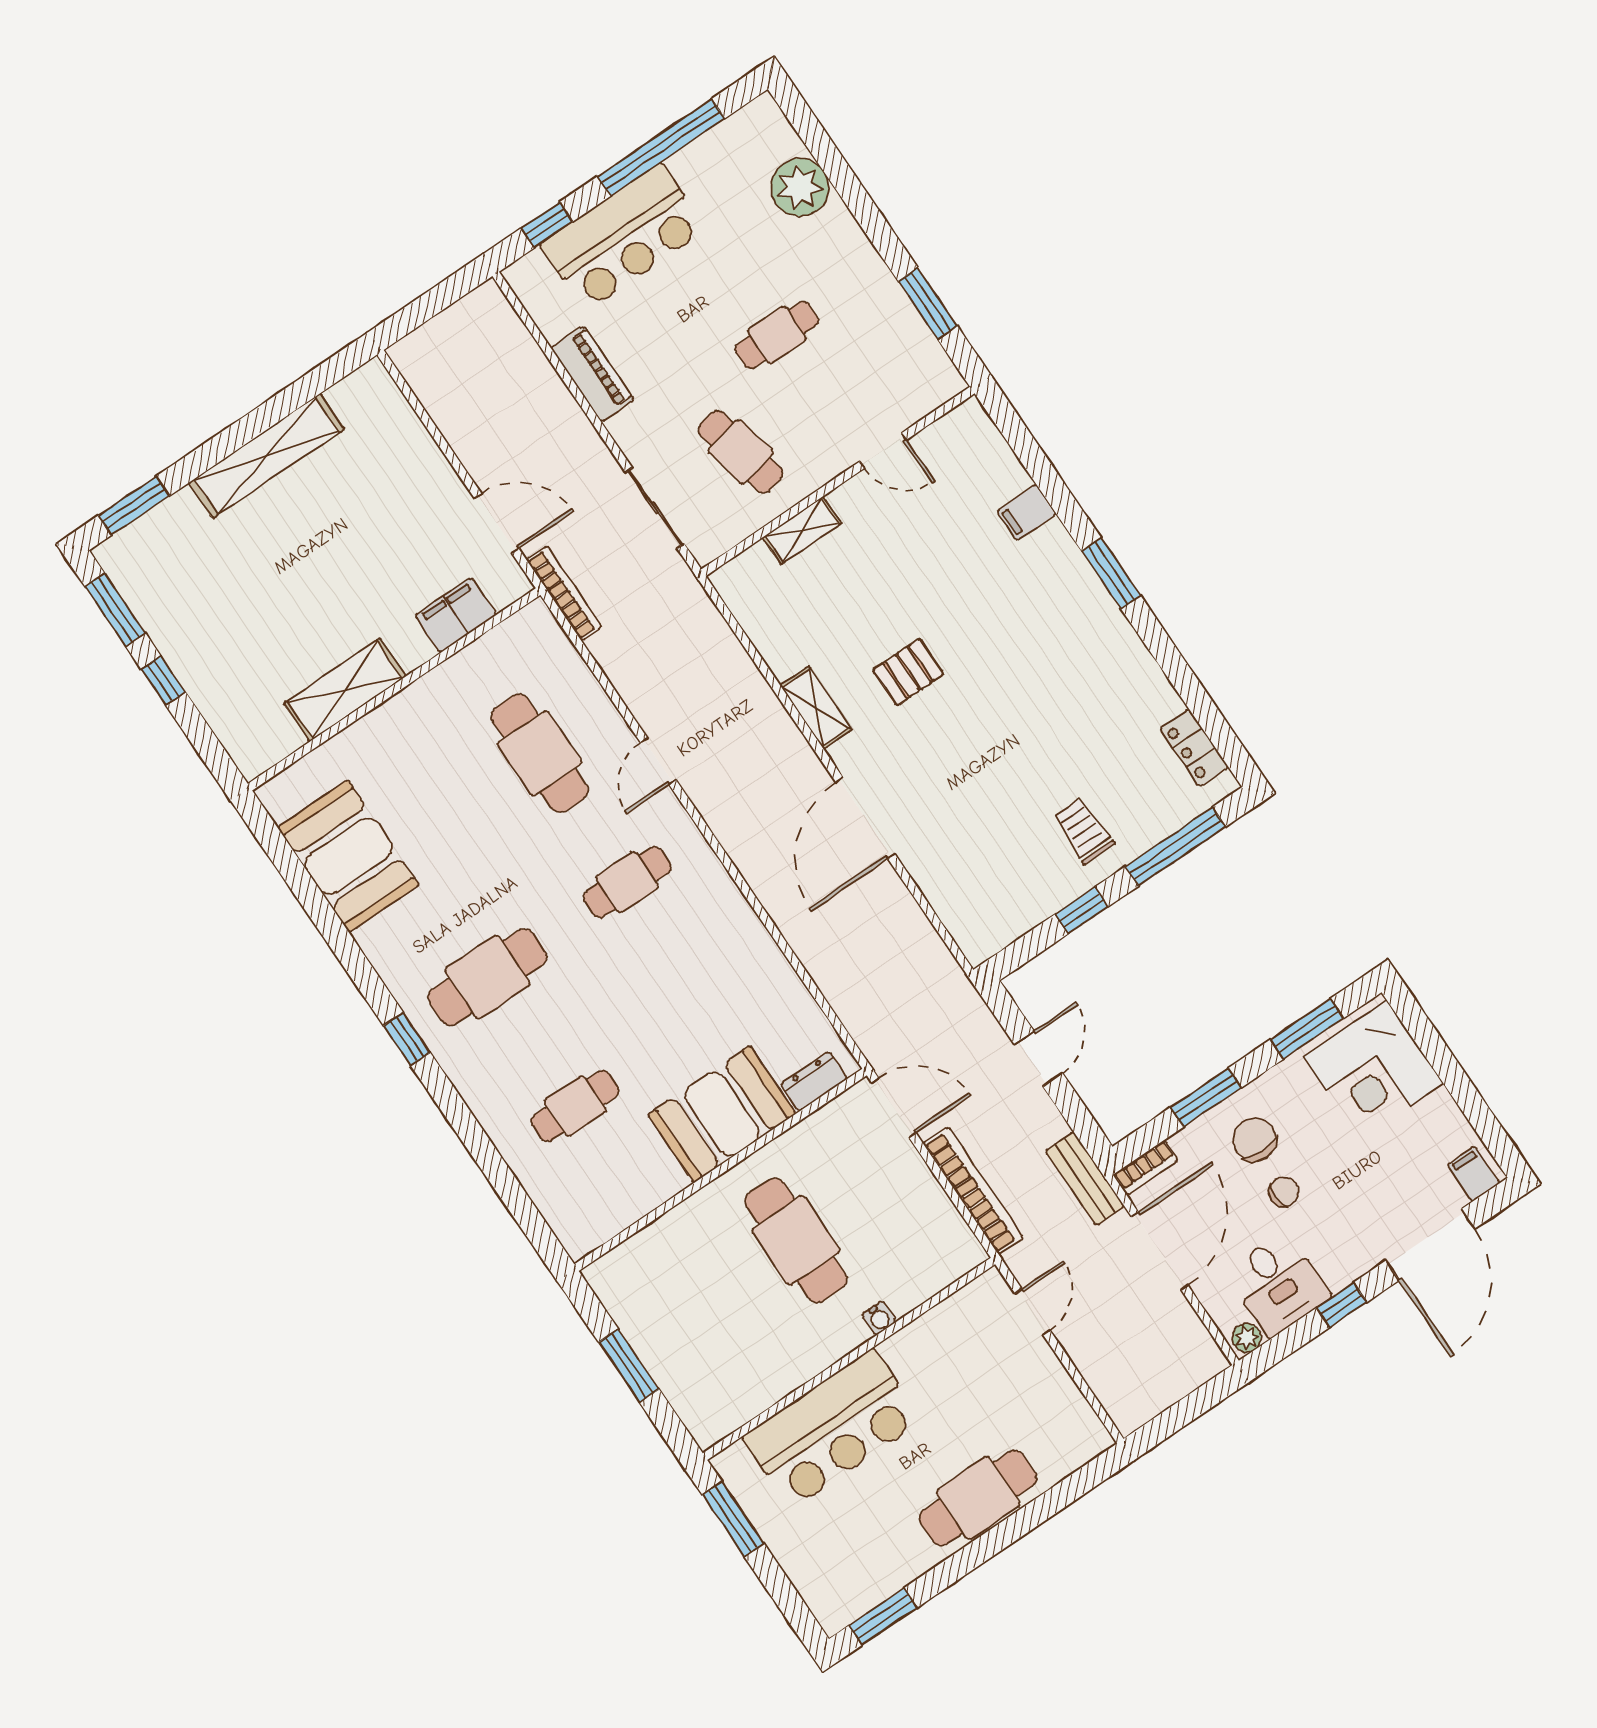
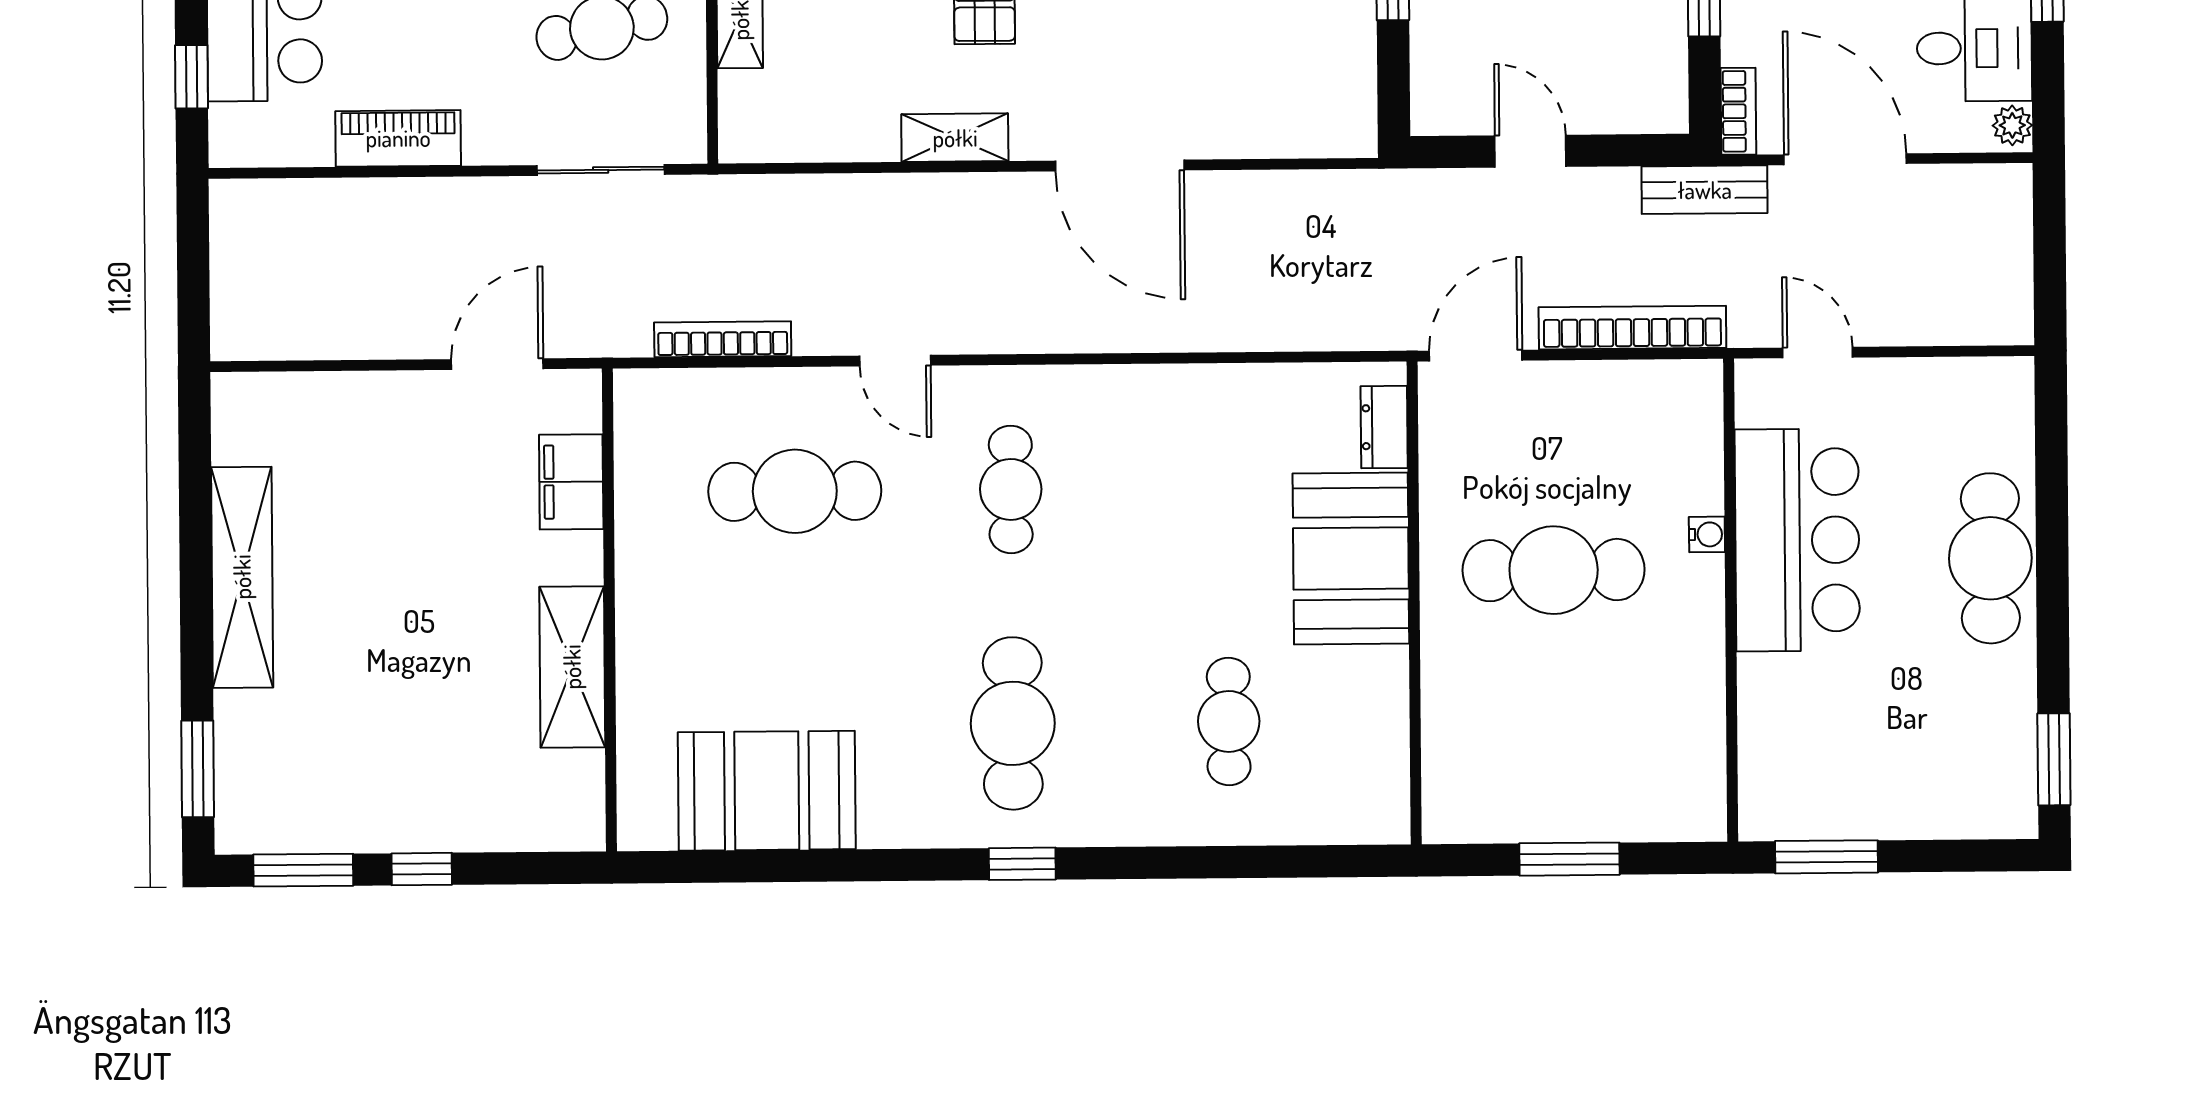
bookcase: (564, 593) -> (723, 339), moved
bar counter: (832, 1429) -> (1797, 540), moved

